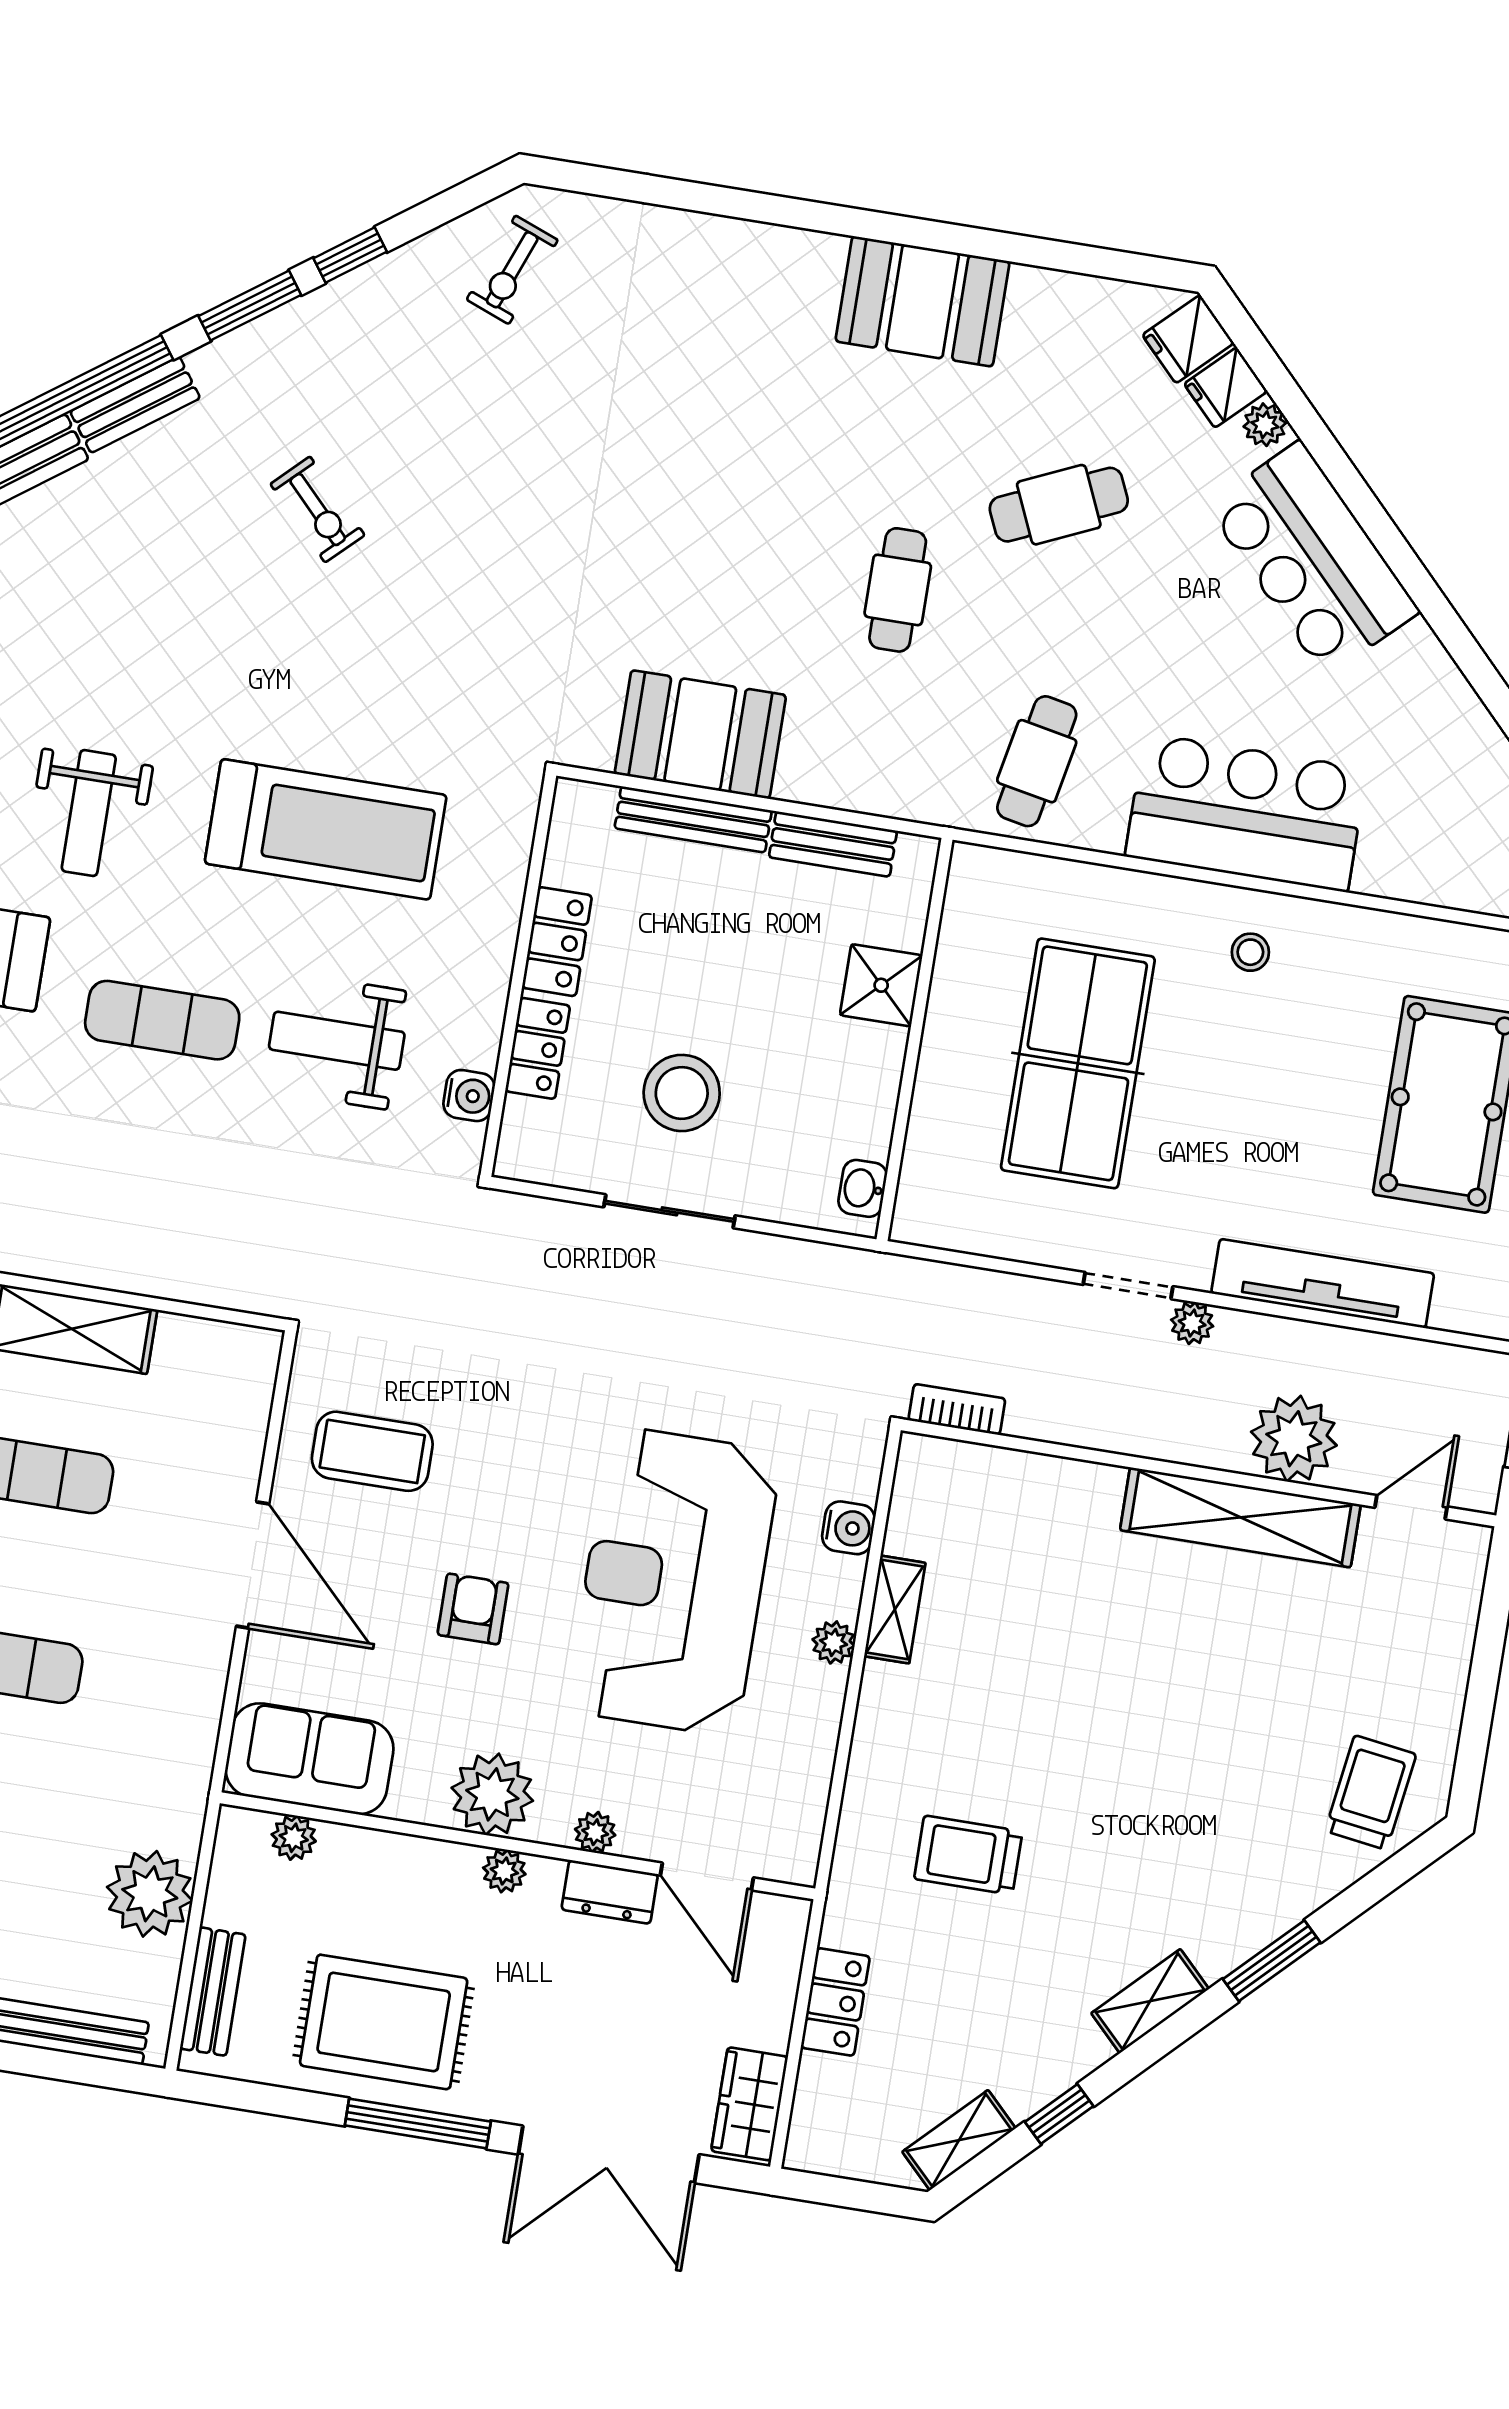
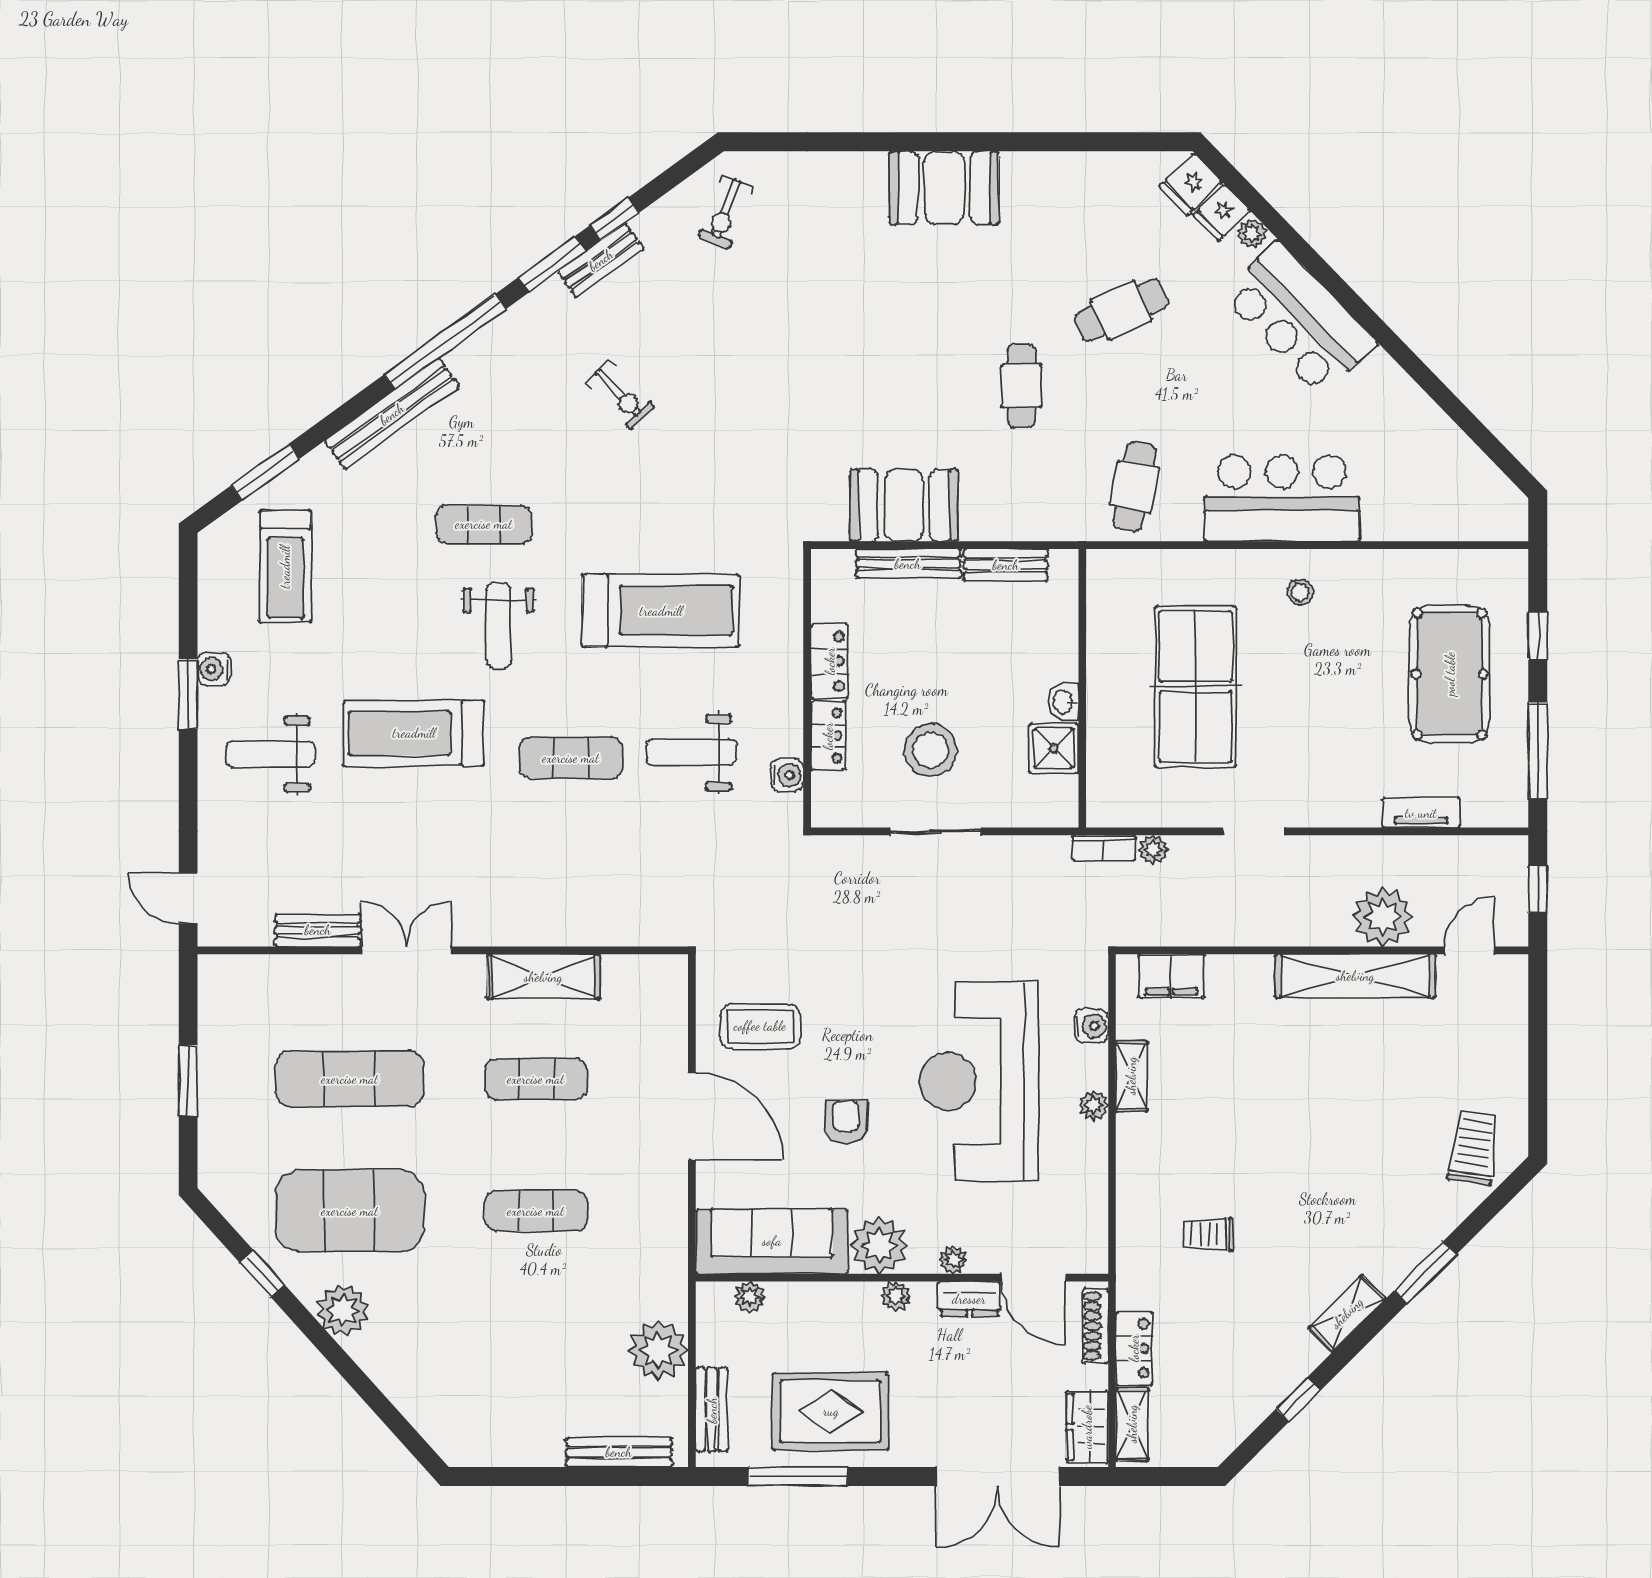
booth: (923, 301) -> (944, 188), moved
bench: (135, 405) -> (601, 260), moved
exercise mat: (91, 664) -> (484, 524), added
shower: (881, 985) -> (1054, 748), moved
washbasin: (863, 1188) -> (1063, 702), moved
tv unit: (1323, 1283) -> (1421, 813), width x0.52, depth x0.78
plant: (1192, 1323) -> (1153, 850), moved
bookcase: (957, 1409) -> (1104, 848), moved, turned 180
filing cabinet: (976, 1475) -> (1171, 976), added
sofa: (309, 1759) -> (772, 1241), width x1.36
trolley: (968, 1855) -> (1208, 1234), width x0.73, depth x0.72
shoe rack: (785, 1961) -> (1096, 1326), added
window: (418, 2124) -> (798, 1476), moved
shelving: (959, 2140) -> (1132, 1424), moved, turned -45

